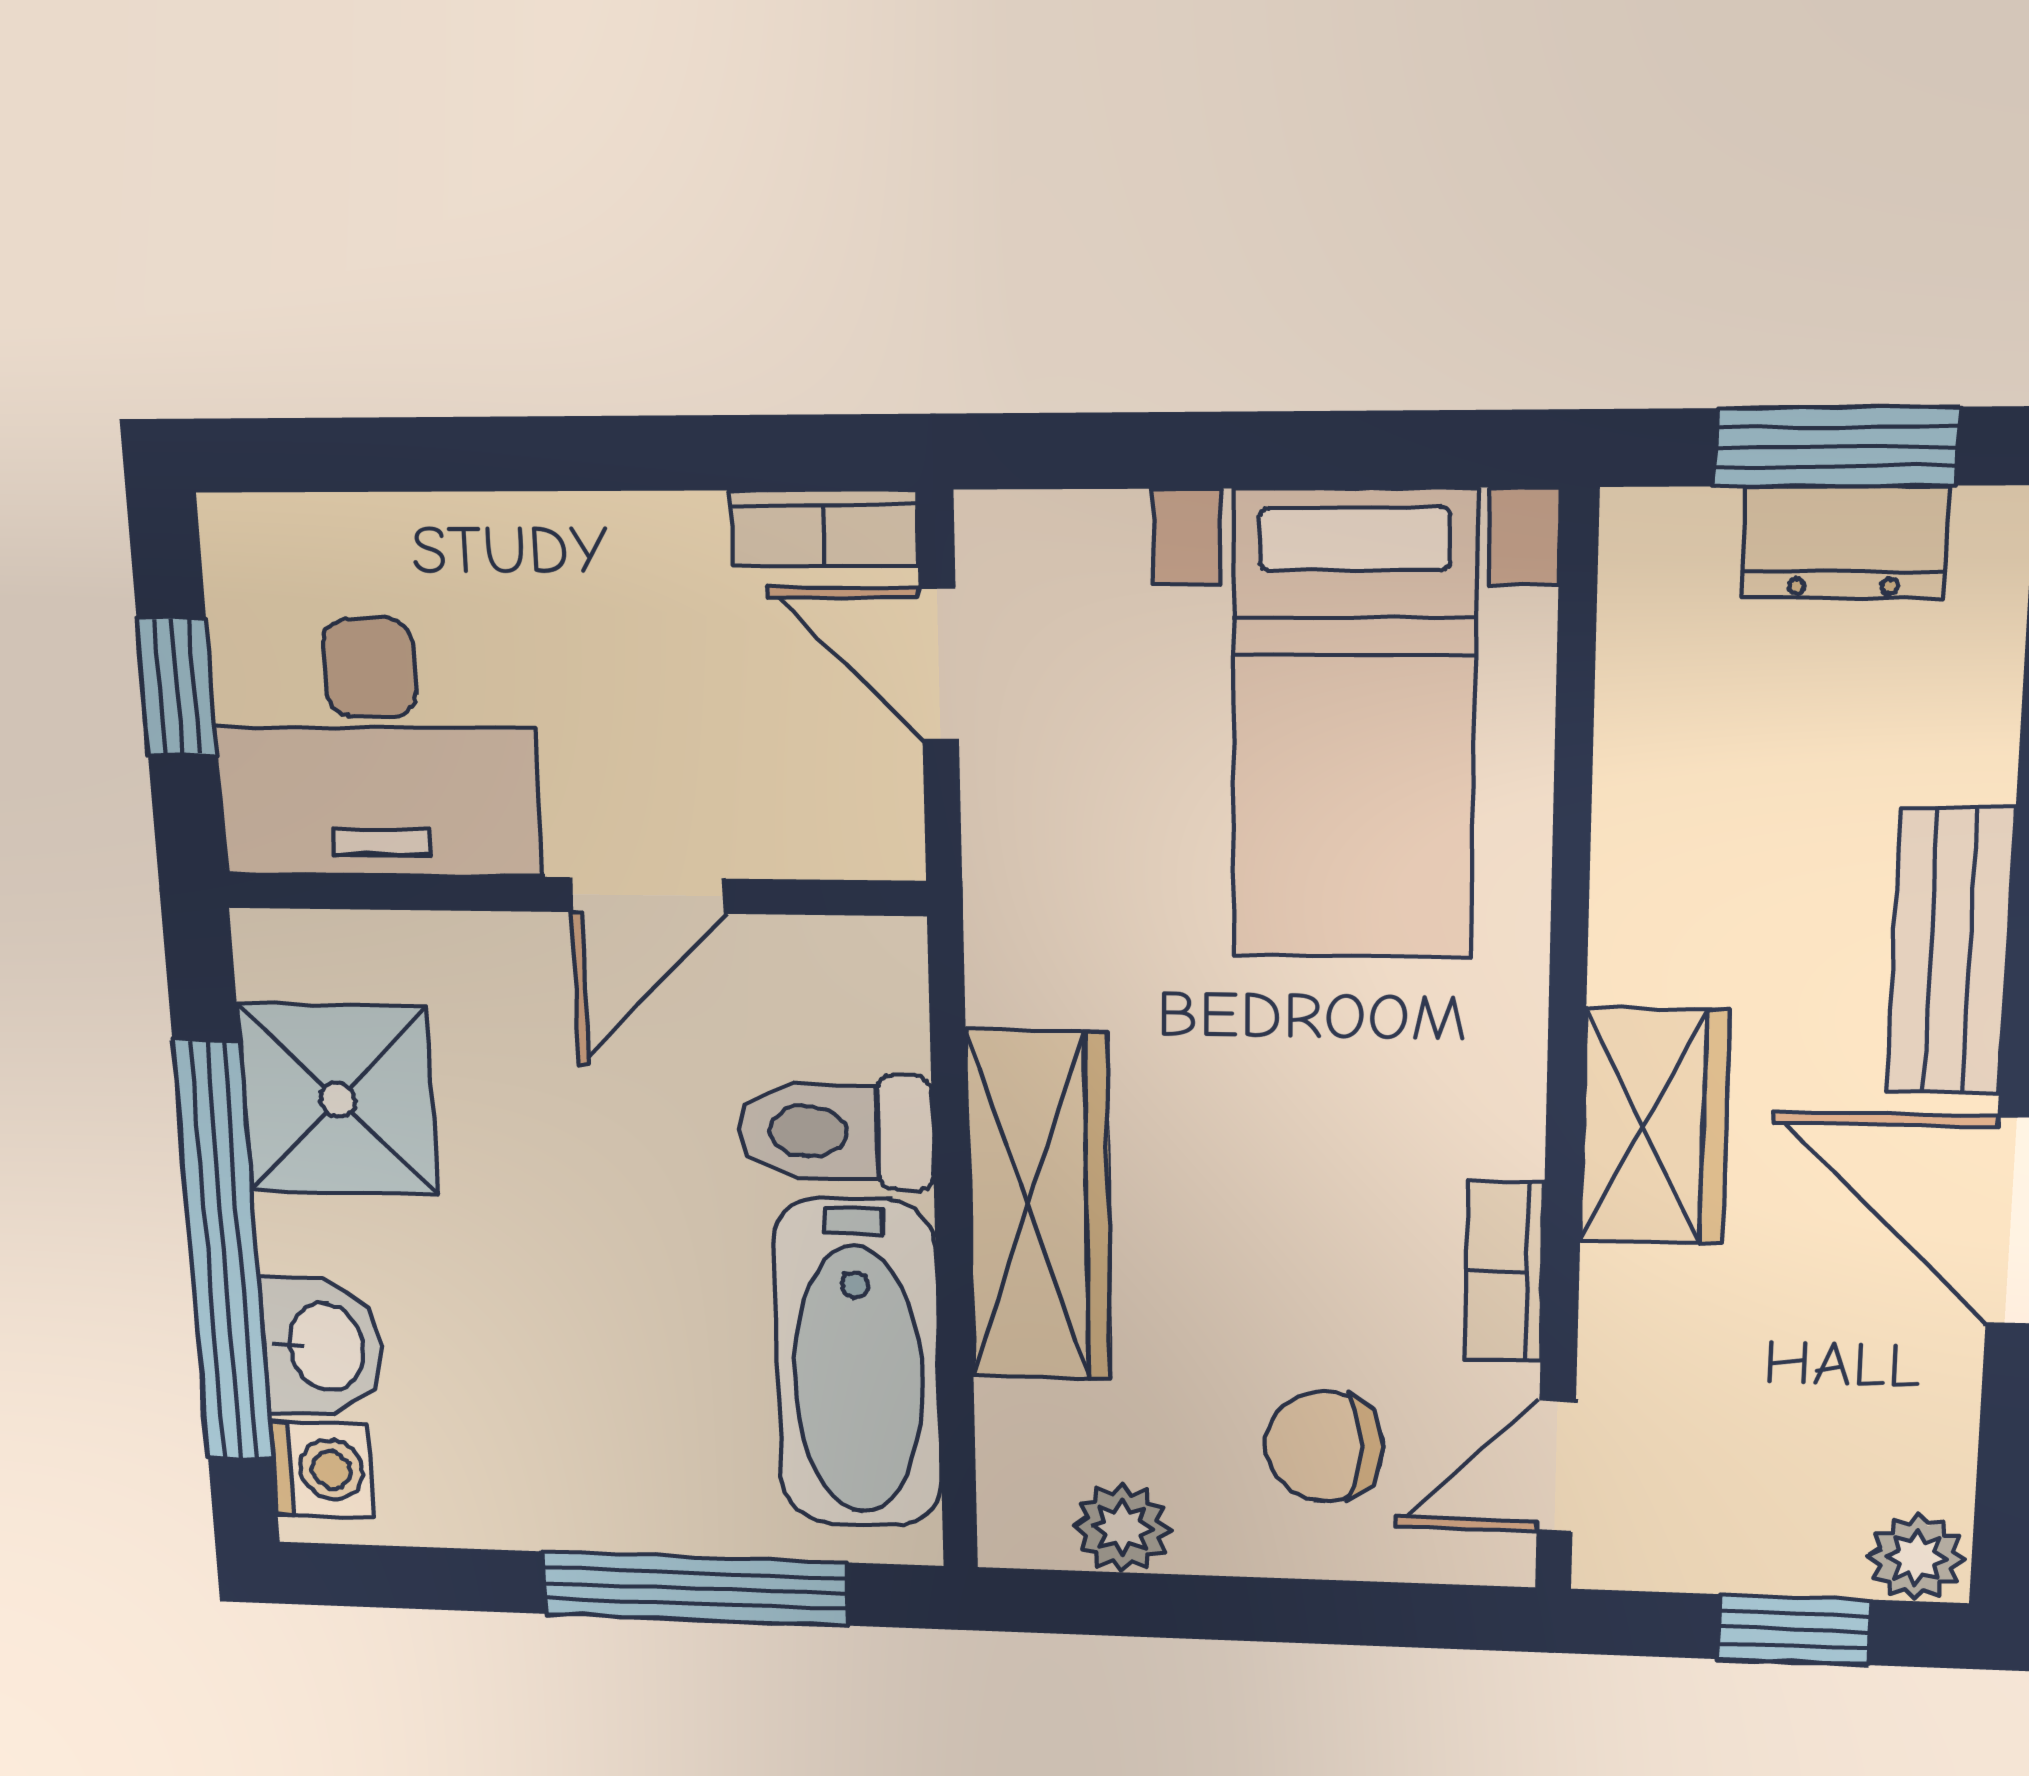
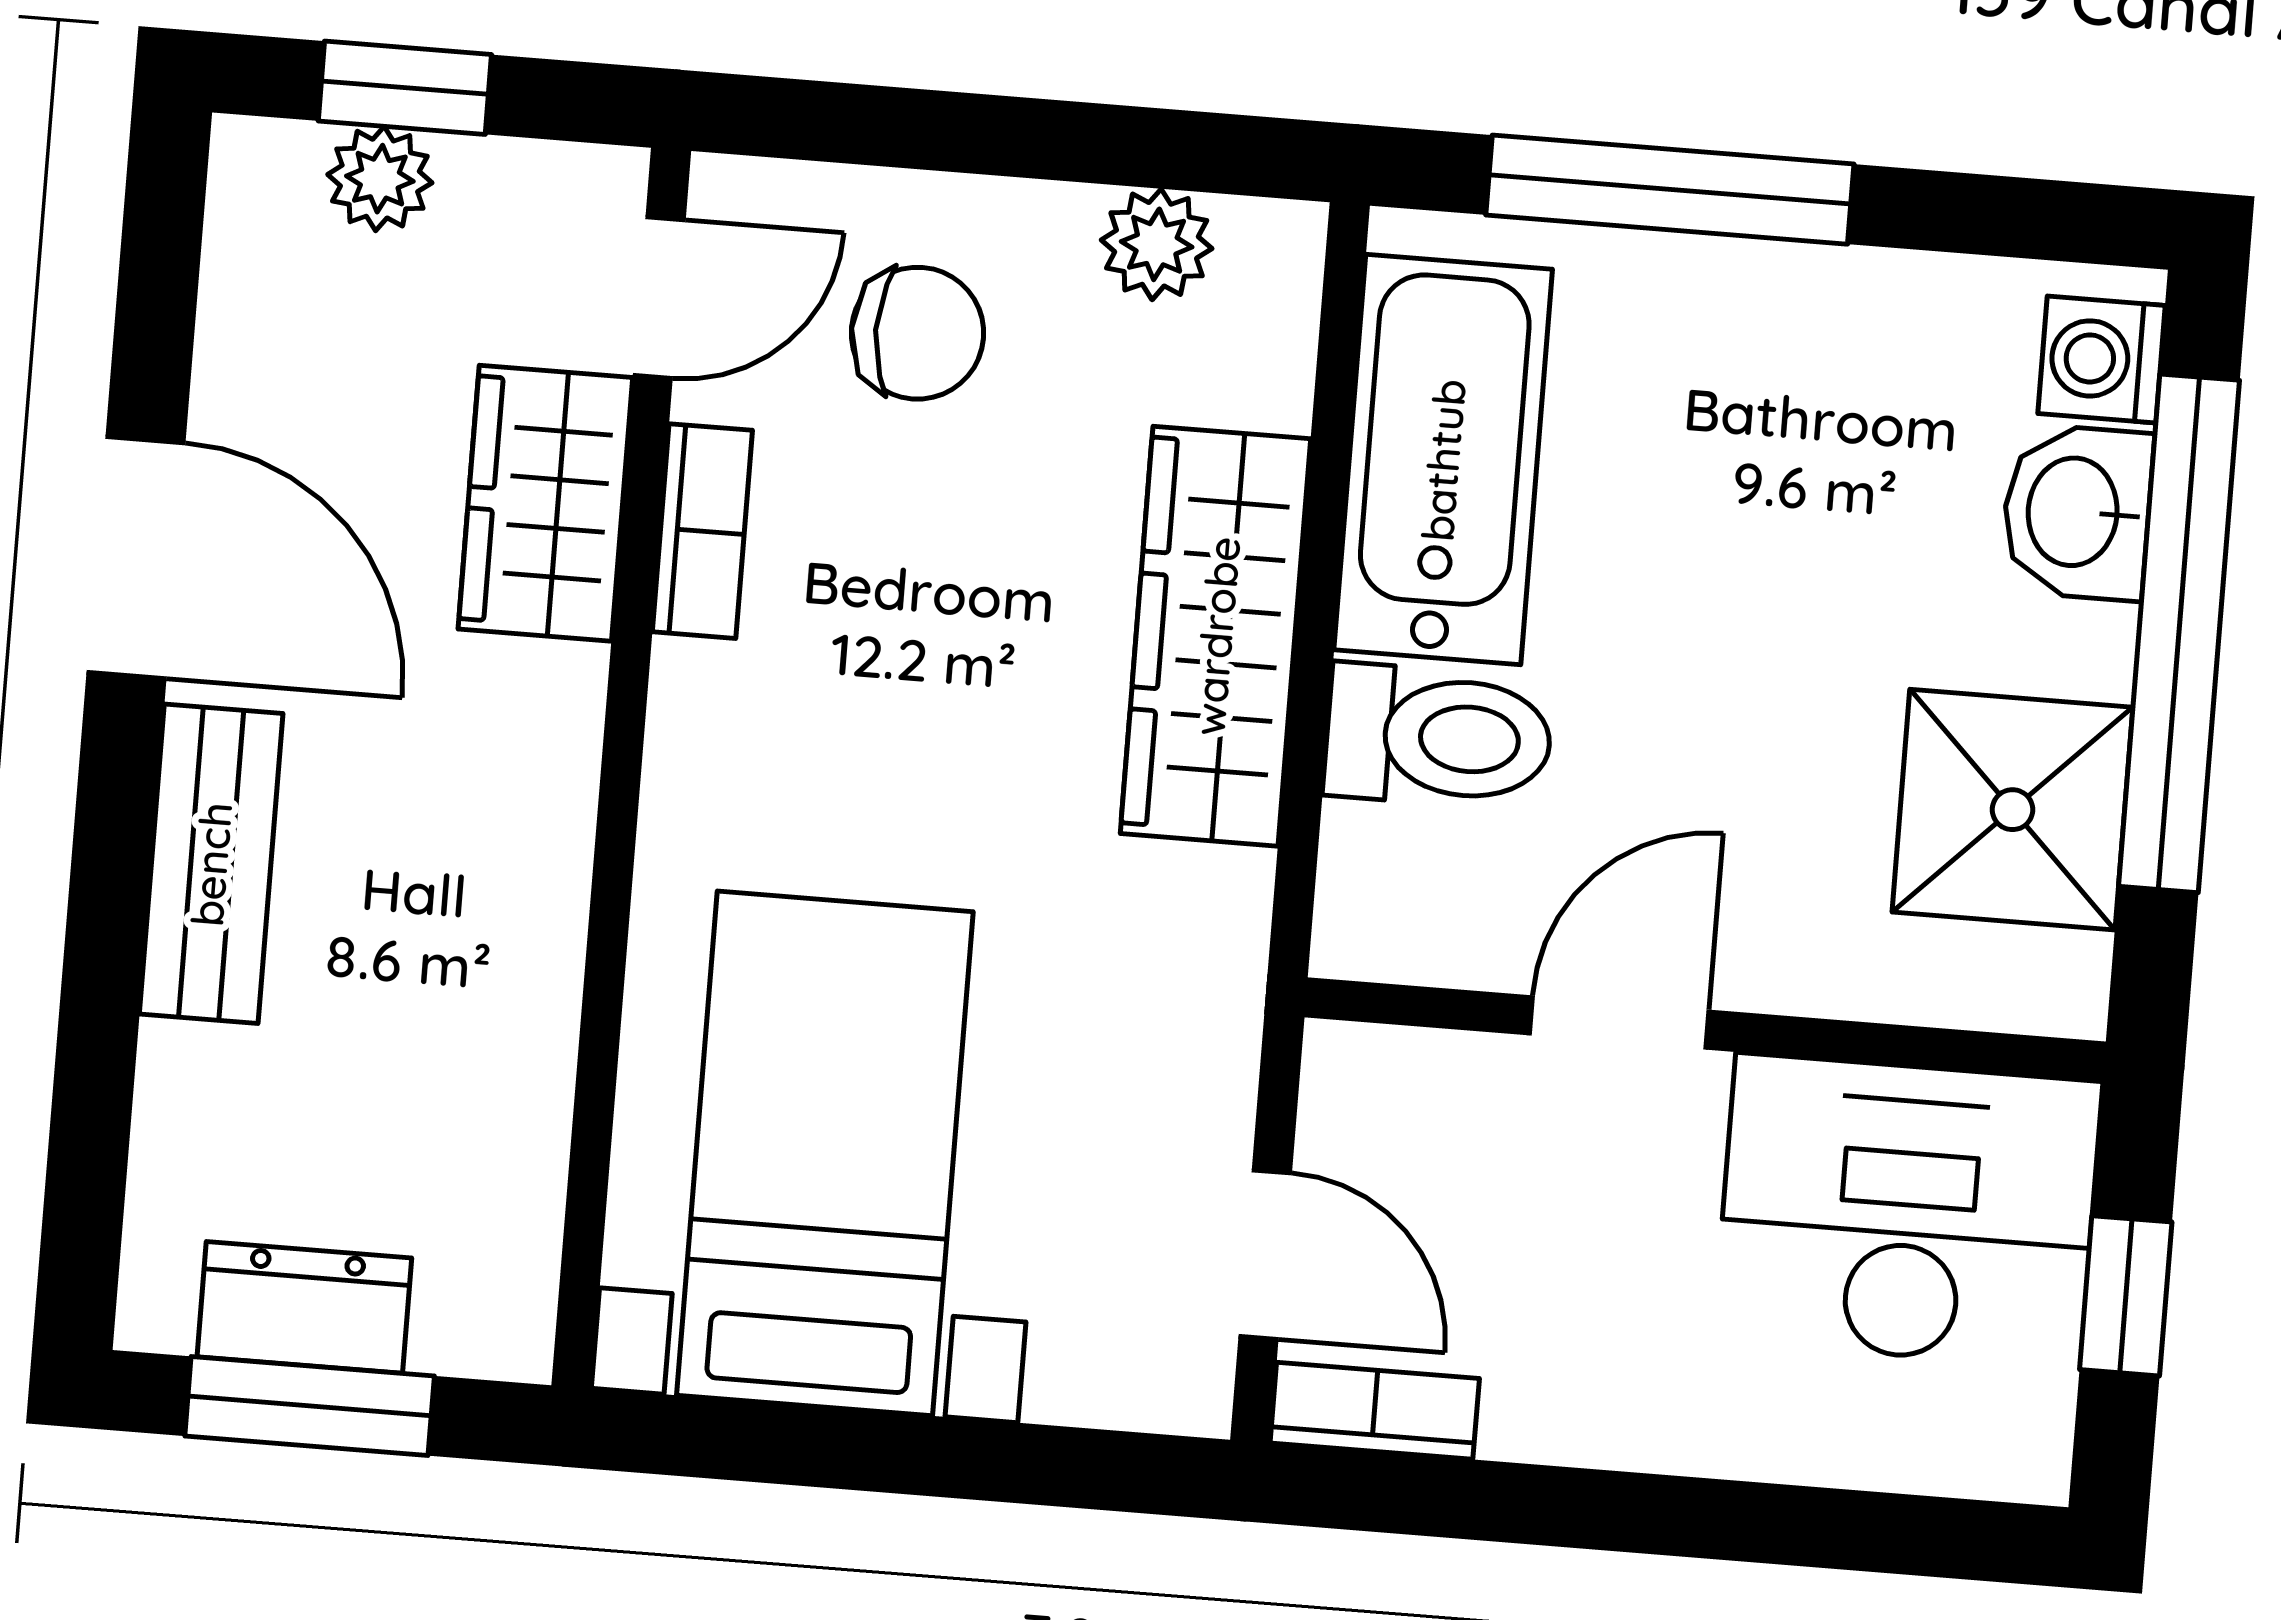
wardrobe: (1654, 1126) -> (545, 503), moved
plant: (1916, 1558) -> (380, 179), moved

